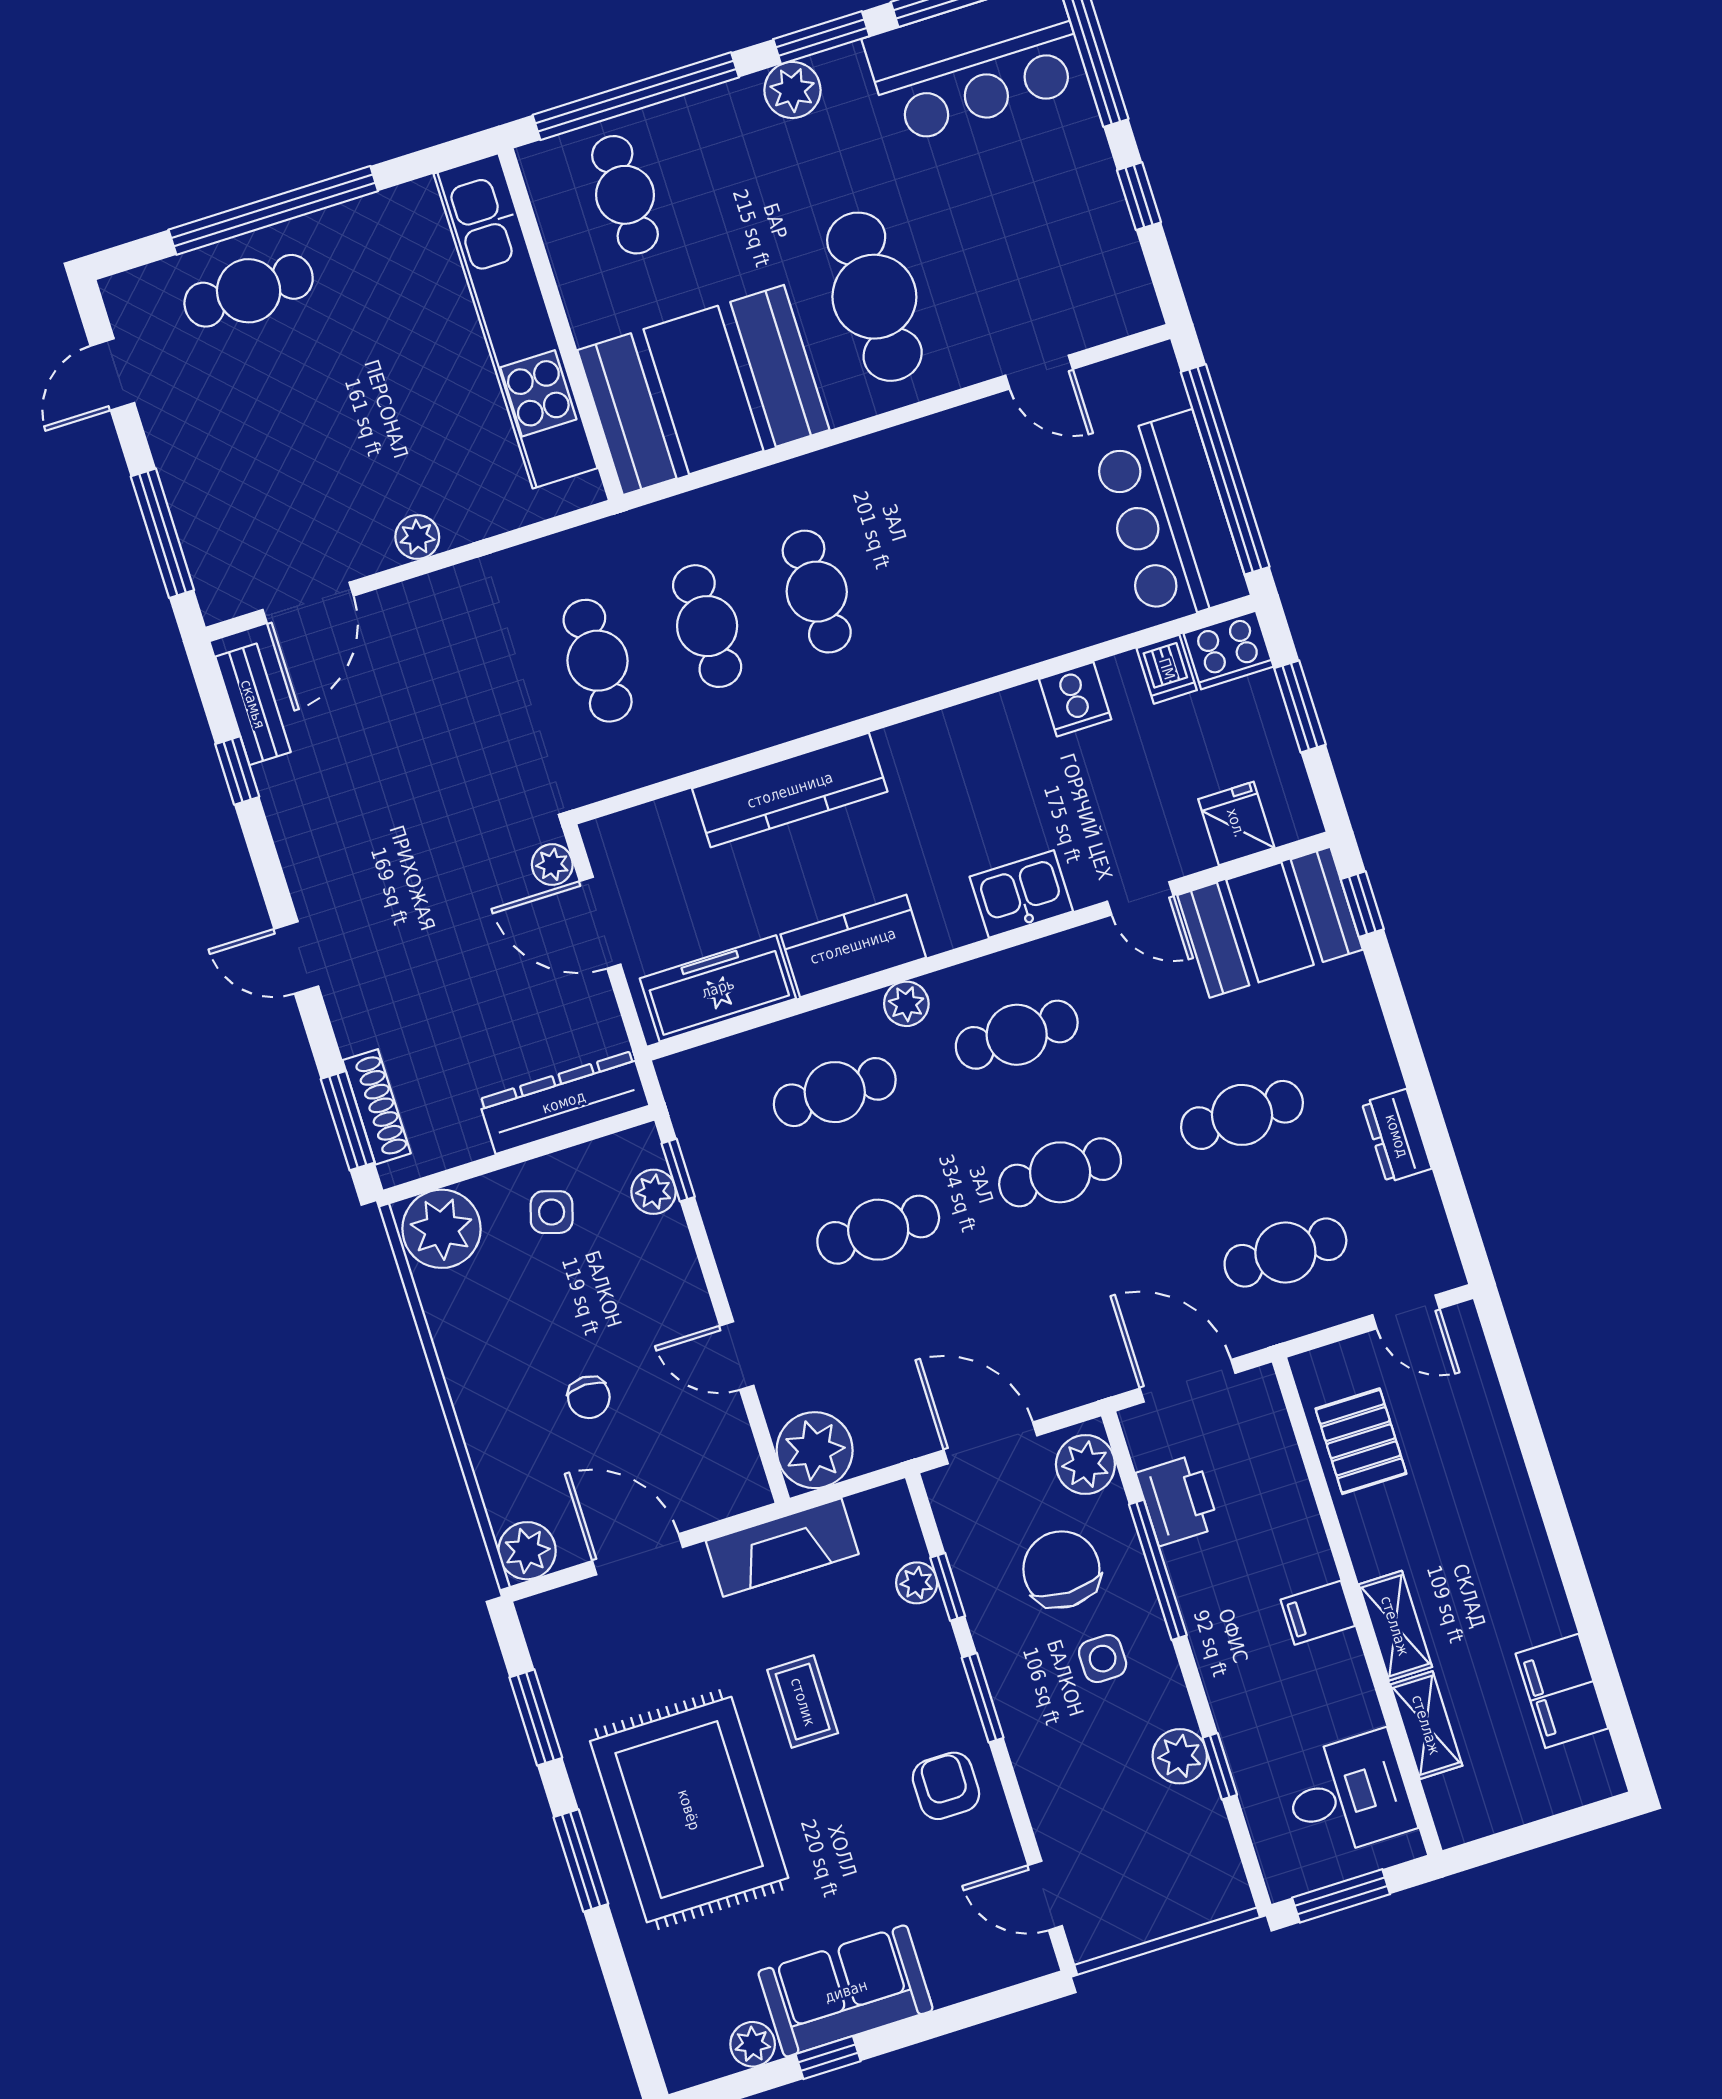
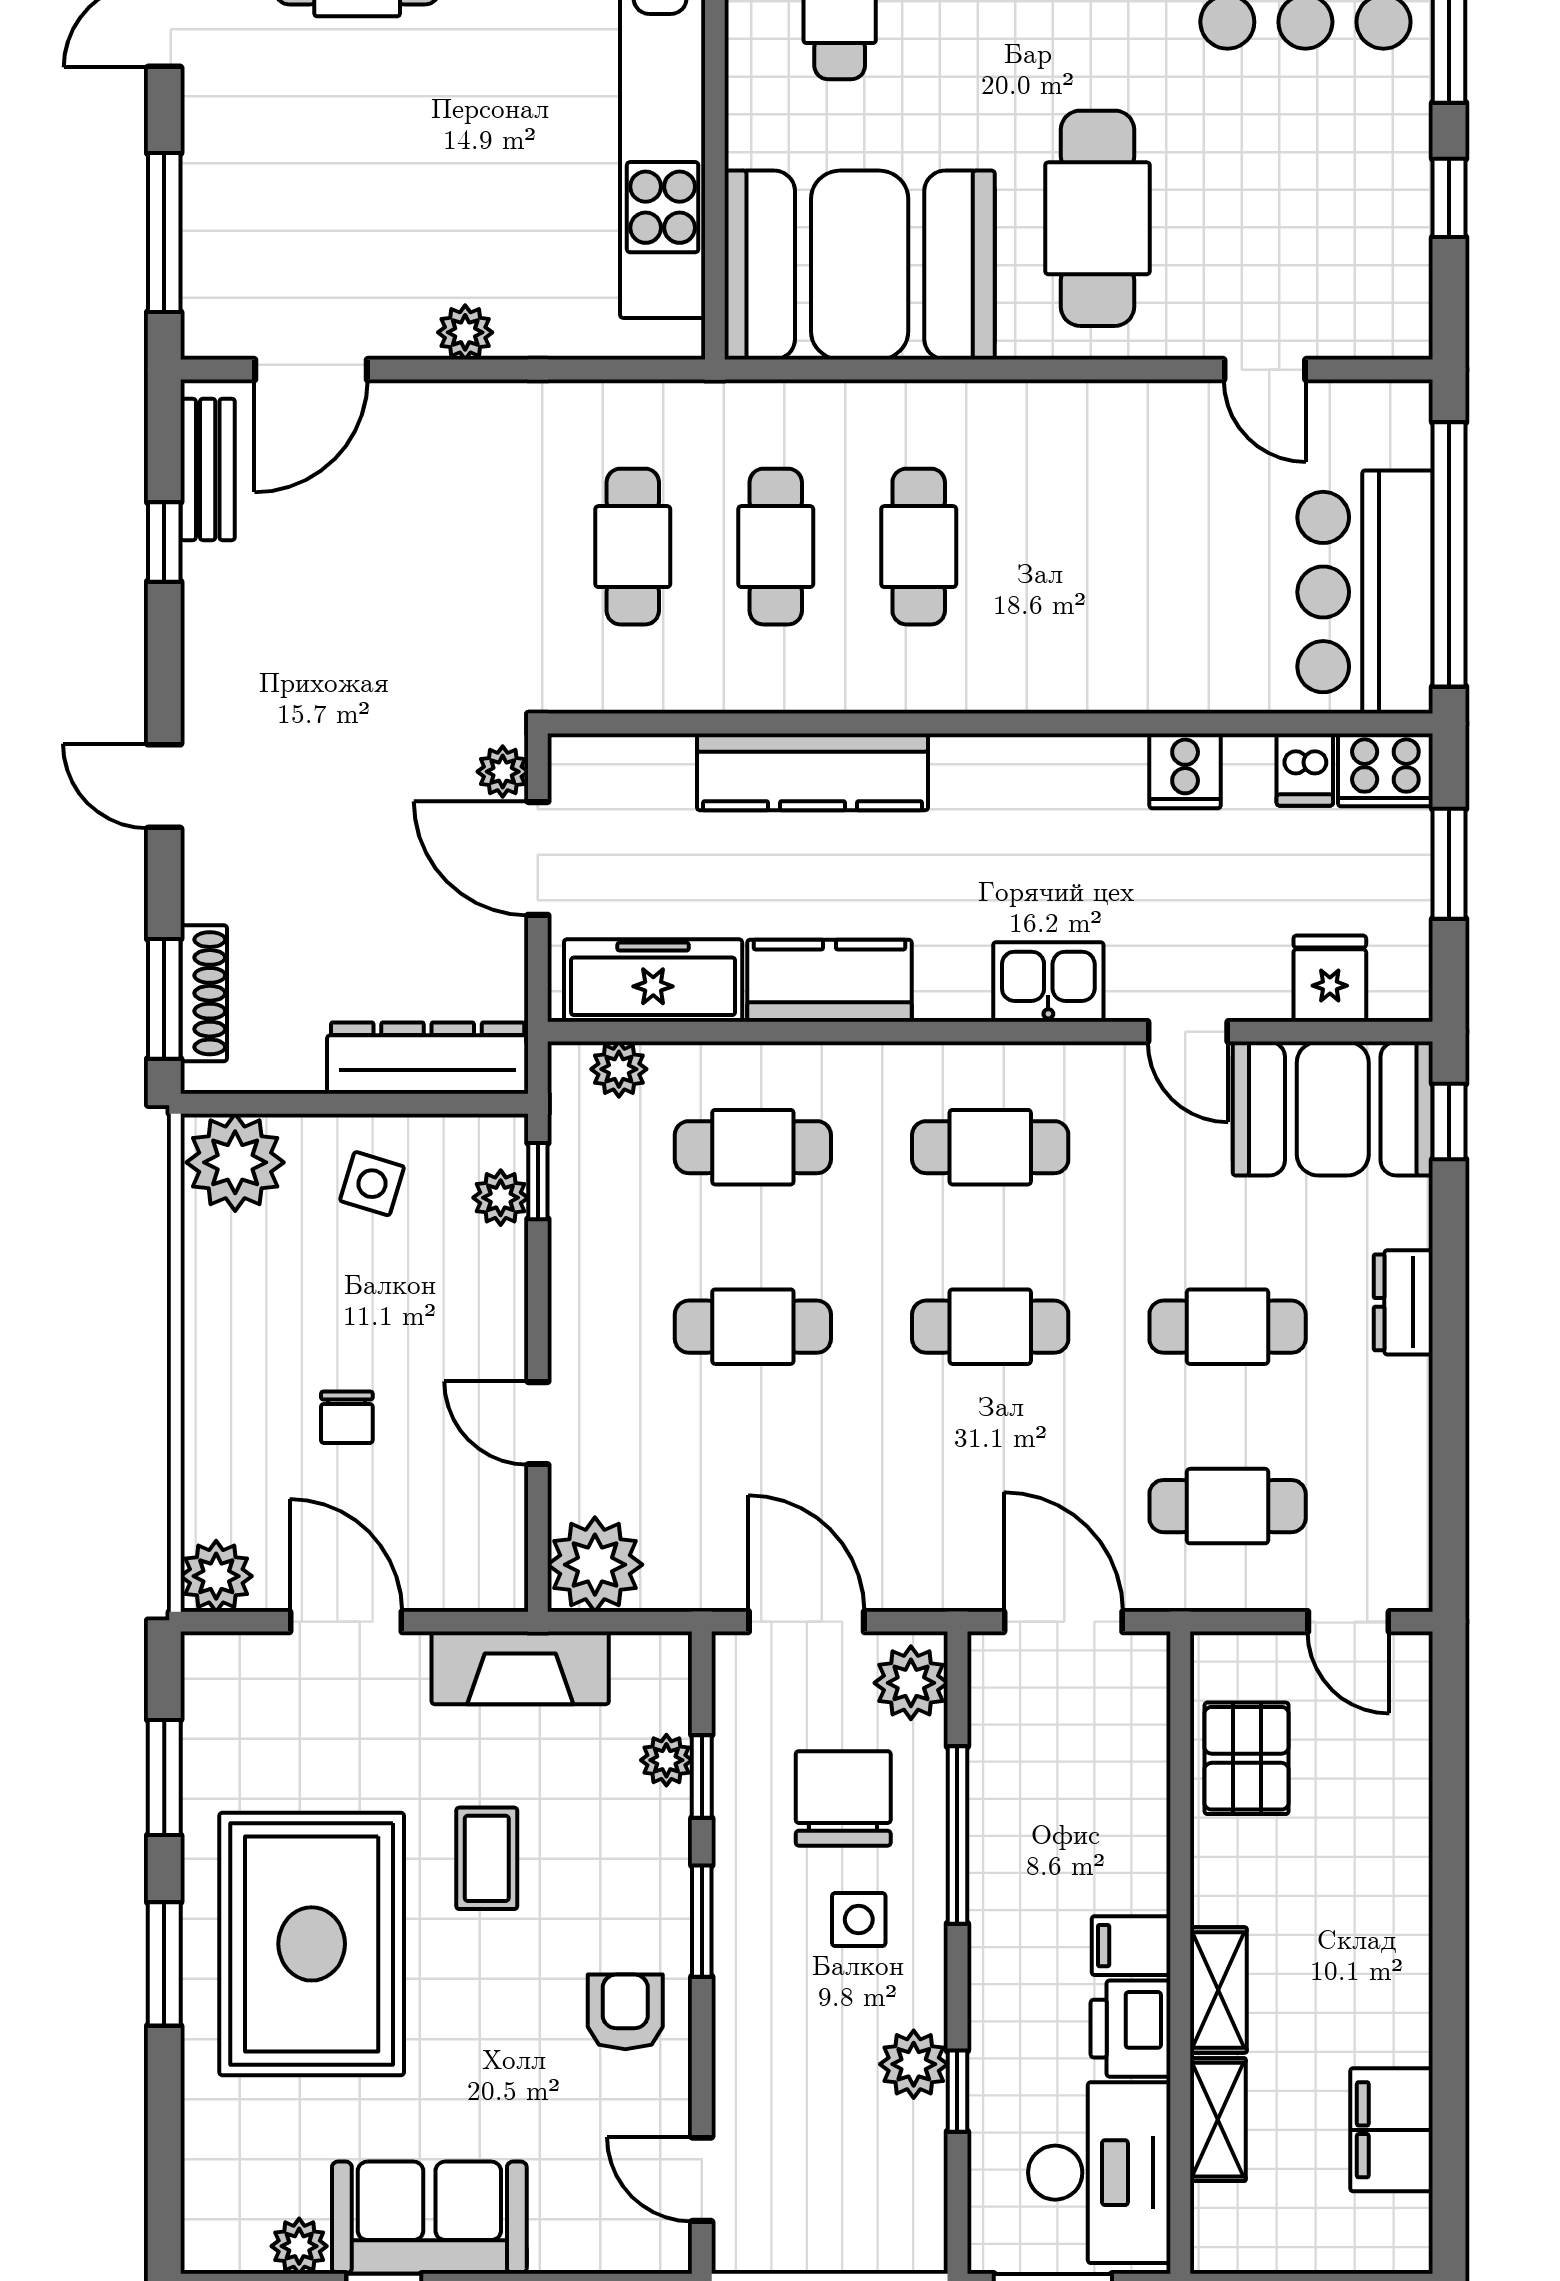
plant: (906, 1004) -> (619, 1069), moved
dresser: (1397, 1136) -> (1403, 1302), moved
printer: (1178, 1500) -> (1131, 2029), moved, turned 180
desk: (1348, 1794) -> (1099, 2173), width x1.37

